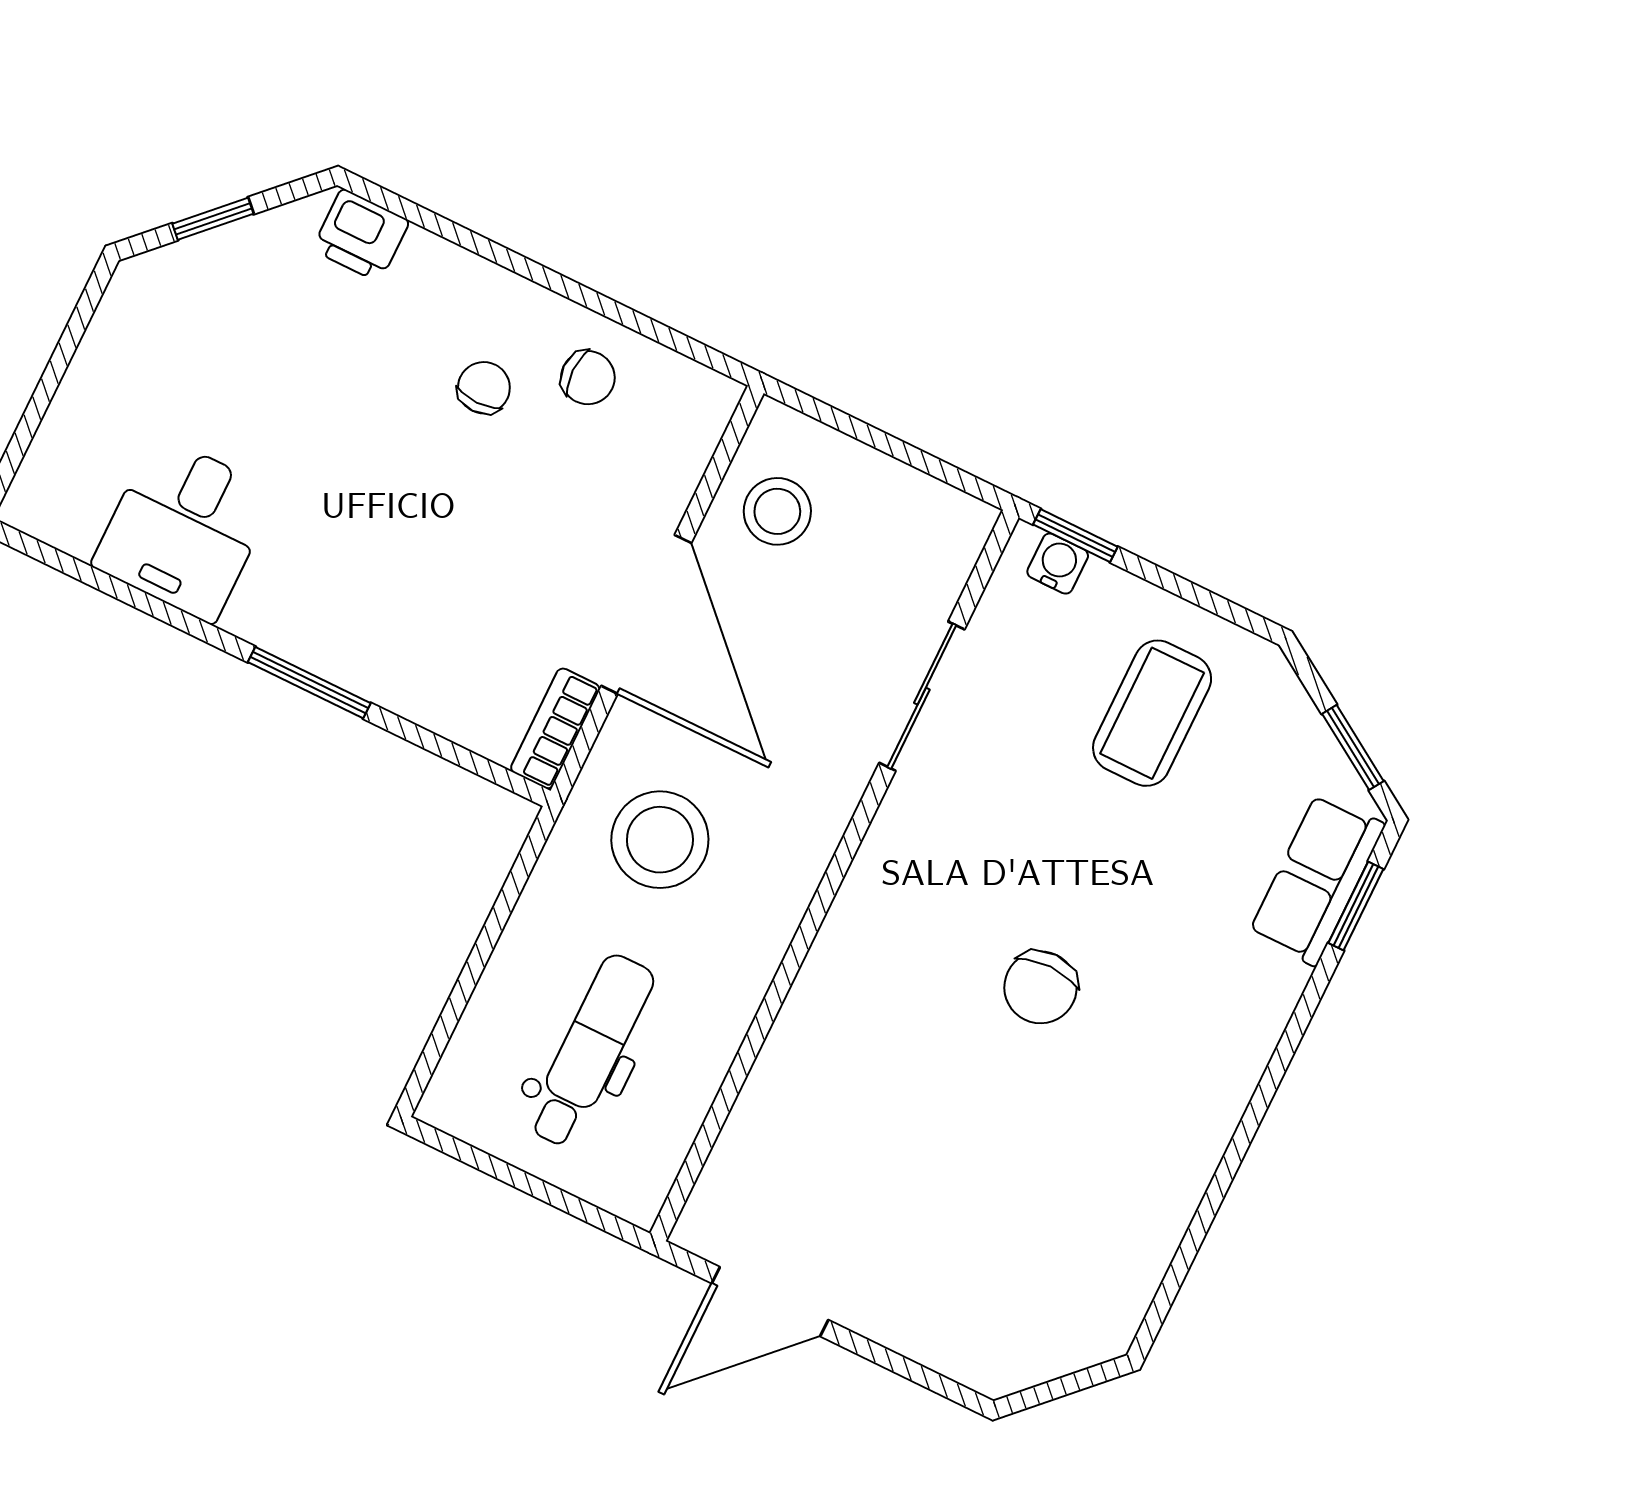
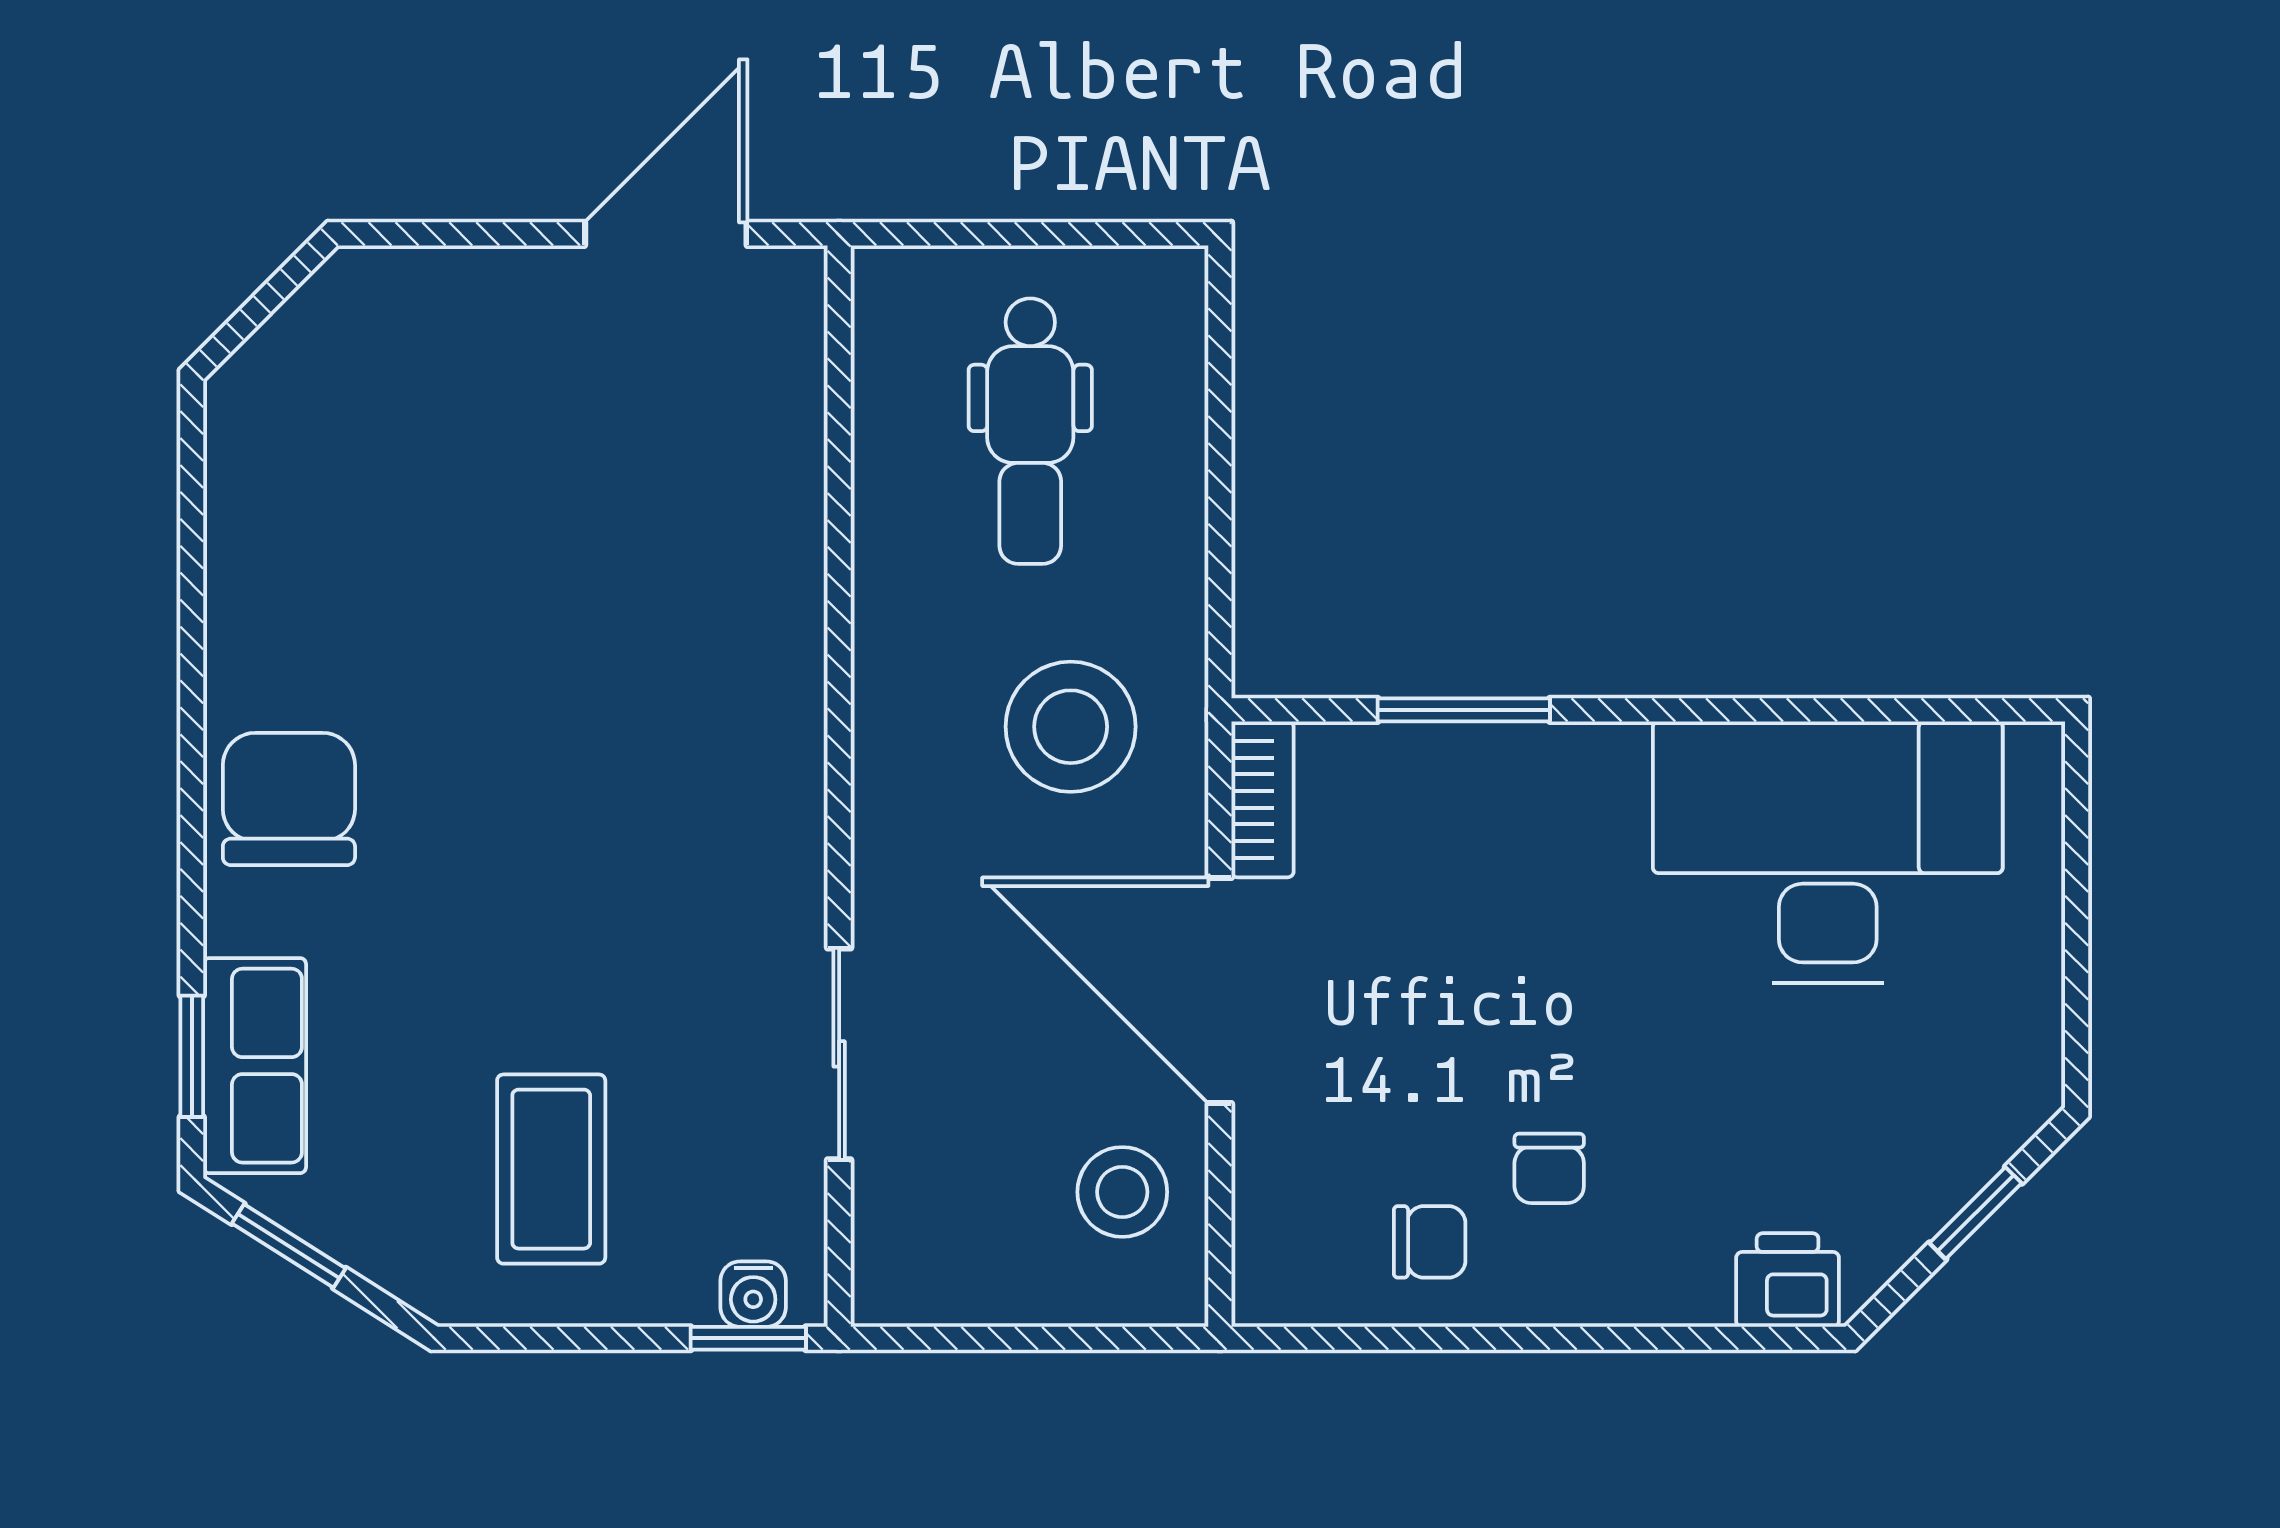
chair: (588, 378) -> (1430, 1242), turned 180
desk: (184, 529) -> (1828, 852), width x1.87, depth x1.30
window: (309, 683) -> (1464, 710), moved
chair: (1041, 987) -> (289, 799), moved, width x1.37, depth x1.37

